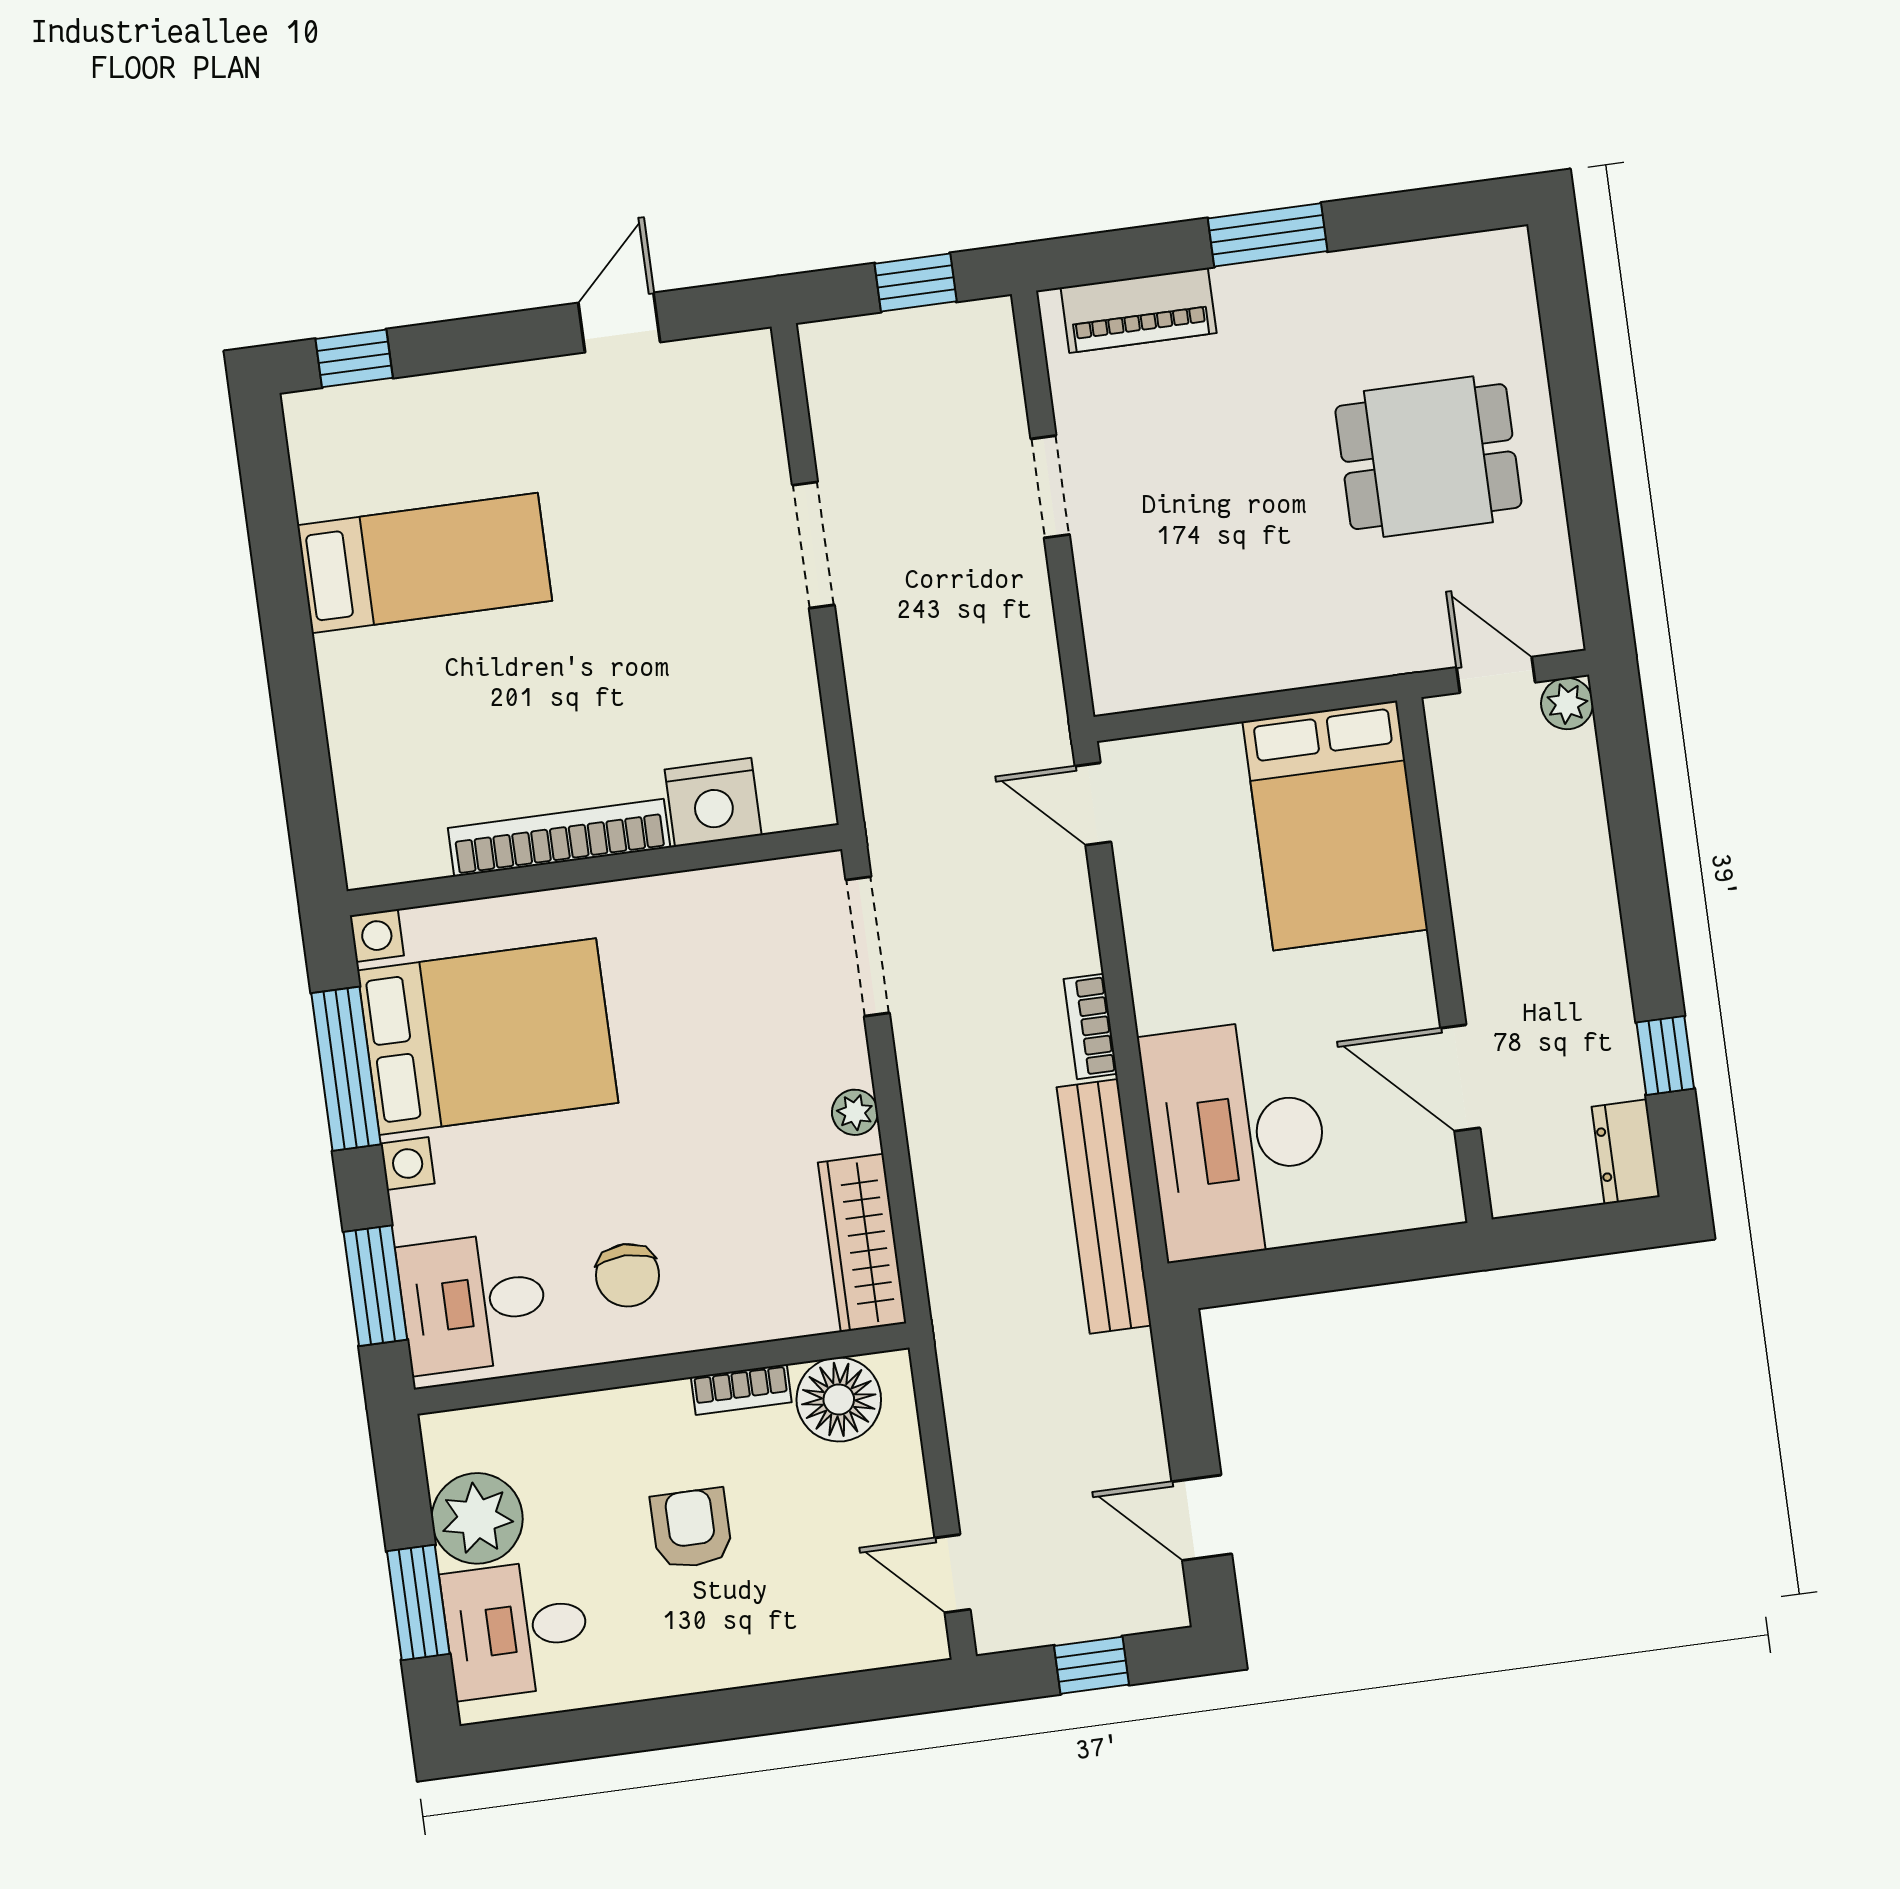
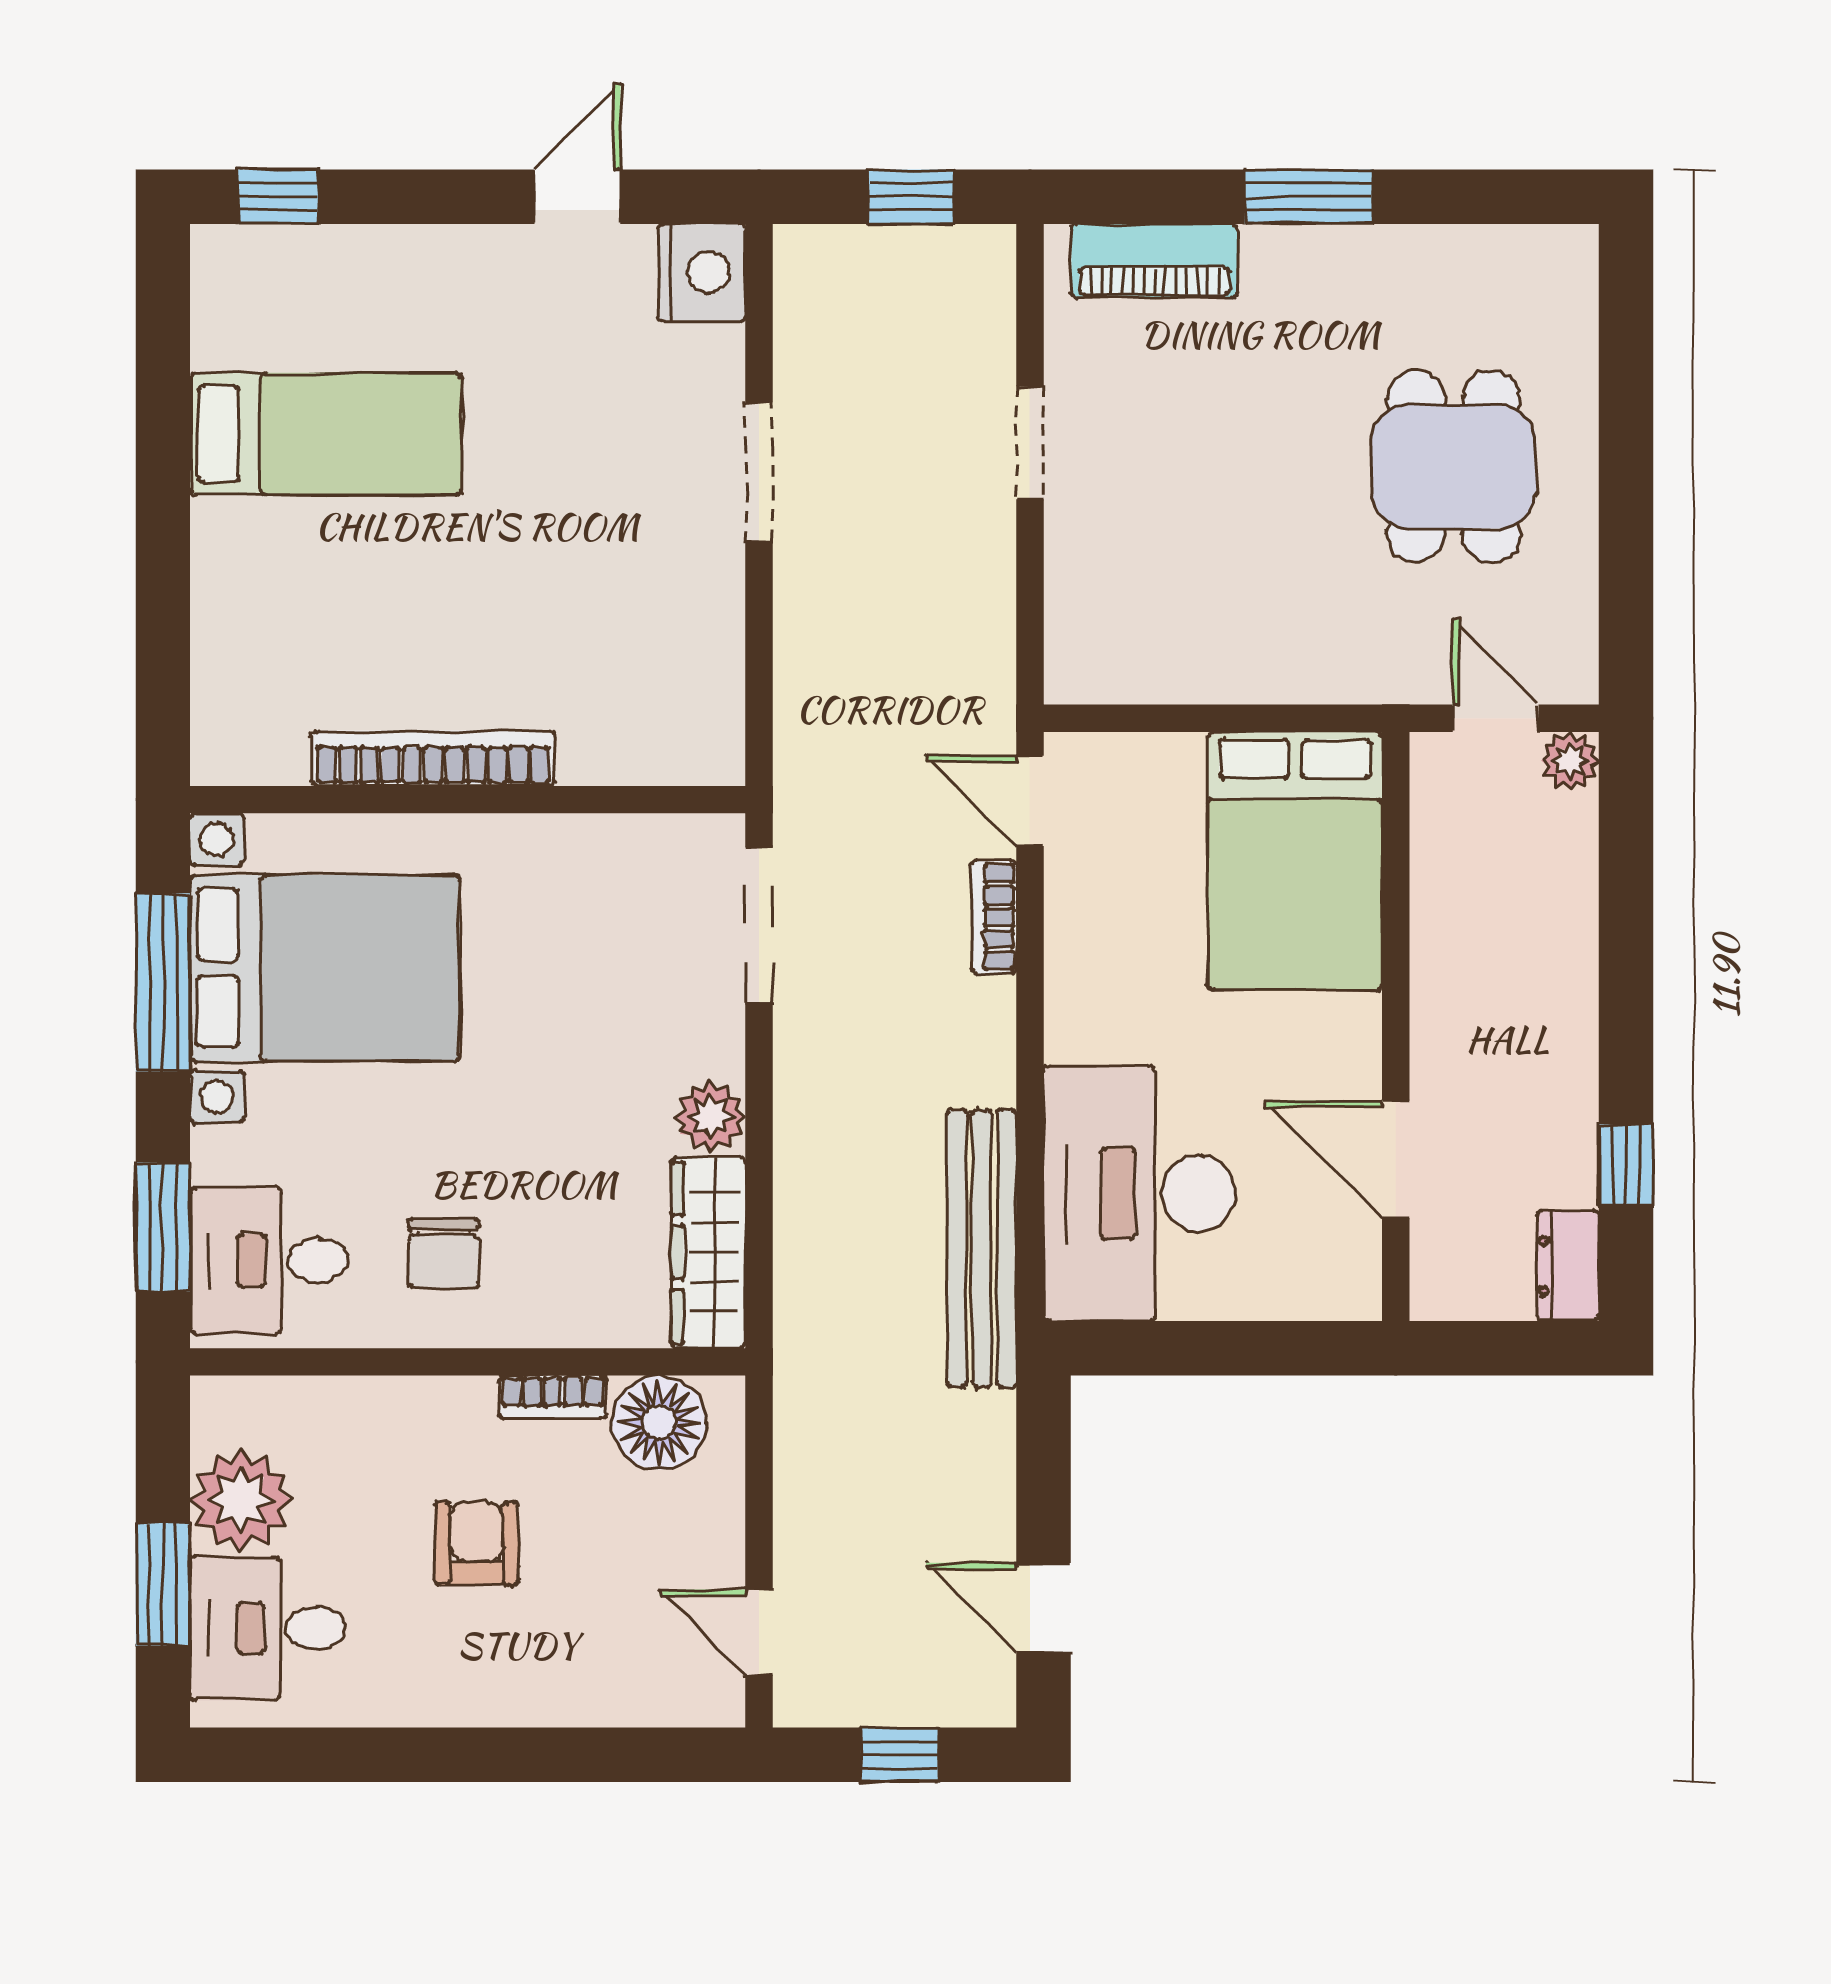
dining table: (1428, 457) -> (1454, 466), turned 90
nightstand: (713, 802) -> (702, 273), moved, turned -90
bookcase: (1090, 1026) -> (994, 917), moved
plant: (855, 1112) -> (710, 1116), width x1.38, depth x1.38

